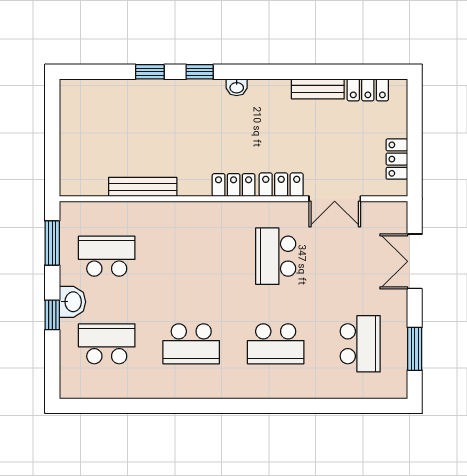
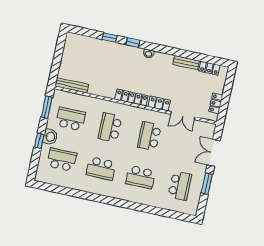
locker: (234, 185) -> (132, 98), width x1.53
bench: (143, 187) -> (72, 85), moved
school desk: (191, 256) -> (110, 128), added
window: (415, 349) -> (207, 184), moved

